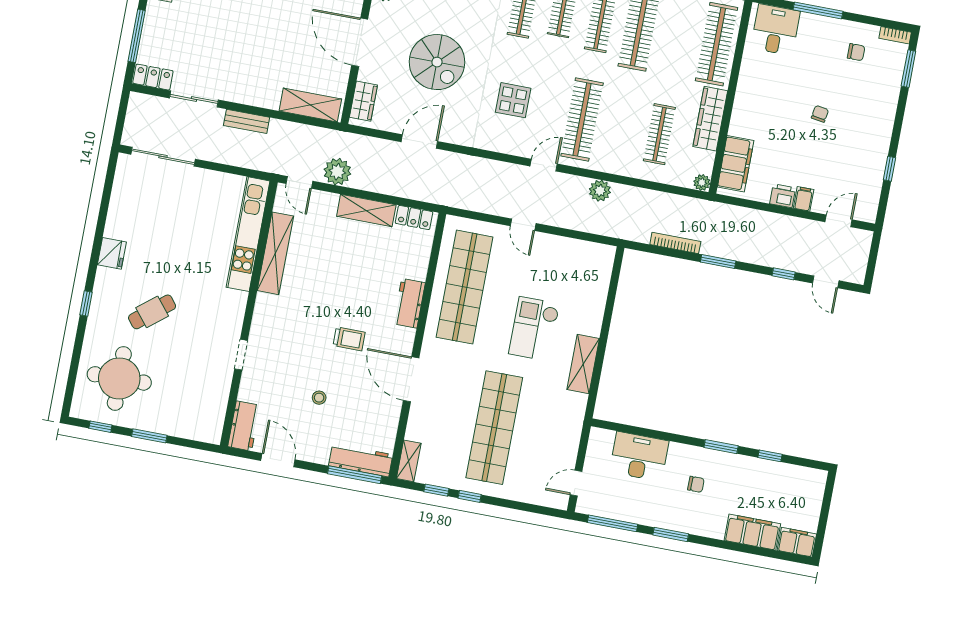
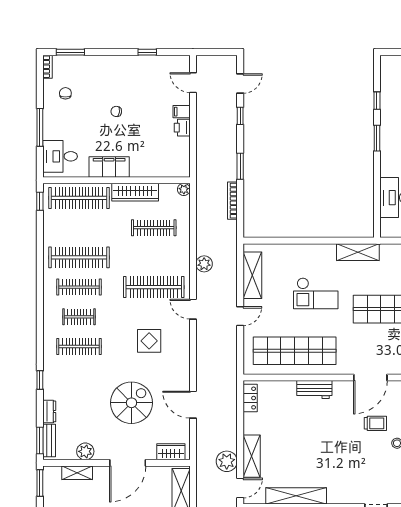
filing cabinet: (736, 164) -> (109, 167), moved
shelving: (366, 210) -> (252, 456), moved
shelving: (573, 251) -> (252, 275), added
trolley: (349, 339) -> (375, 423), moved, turned 90
shelving: (583, 364) -> (358, 252), moved

